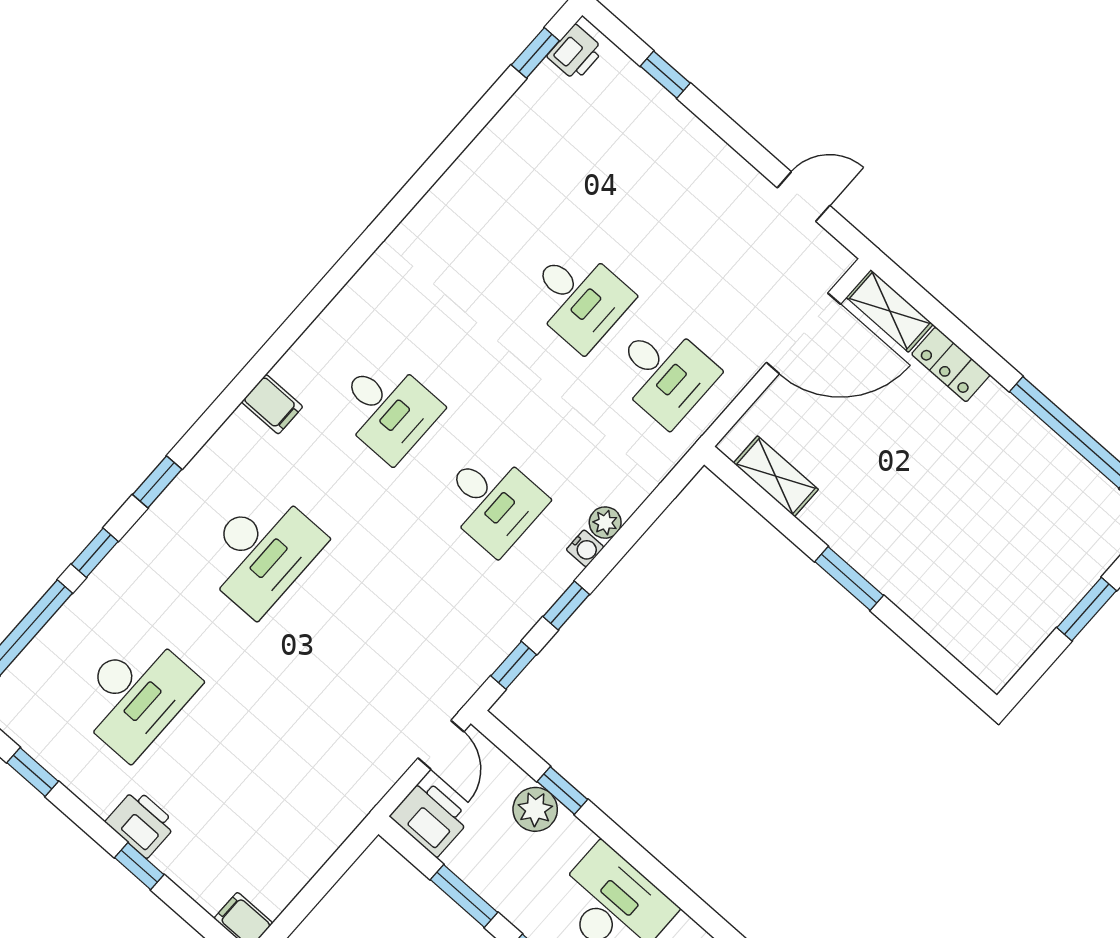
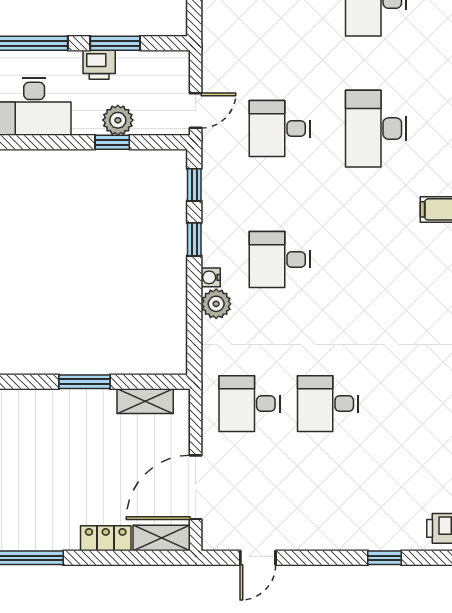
desk: (387, 409) -> (280, 129), moved
plant: (605, 523) -> (216, 304), width x1.38, depth x1.38
window: (849, 579) -> (84, 382), moved
door: (441, 745) -> (196, 111), swing flipped
printer: (430, 818) -> (99, 65), moved, width x0.73, depth x0.81

